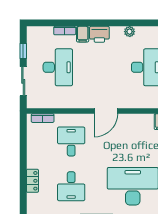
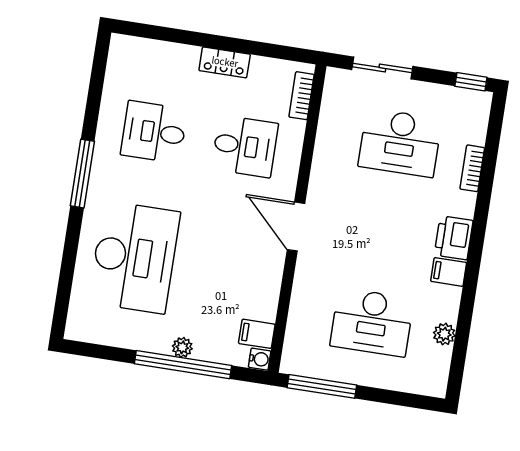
plant: (130, 32) -> (444, 334), moved
filing cabinet: (83, 34) -> (449, 272), moved
window: (23, 51) -> (471, 82), moved
locker: (32, 181) -> (225, 62), moved

